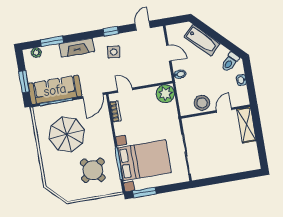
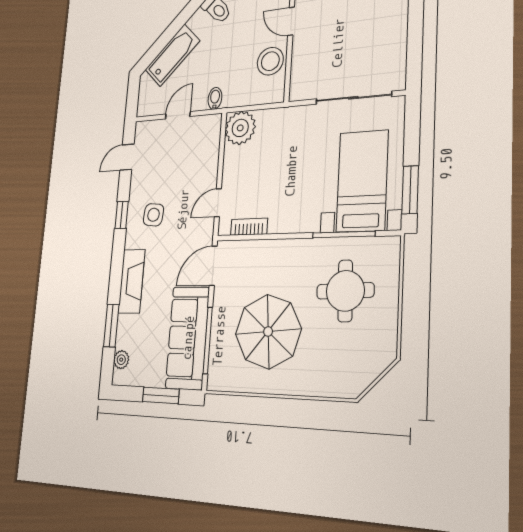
door: (143, 26) -> (127, 157), hinge flipped
door: (93, 96) -> (213, 266), swing flipped
bed with nightstands: (144, 160) -> (362, 181), width x0.73
round table: (93, 170) -> (345, 291), turned 37

